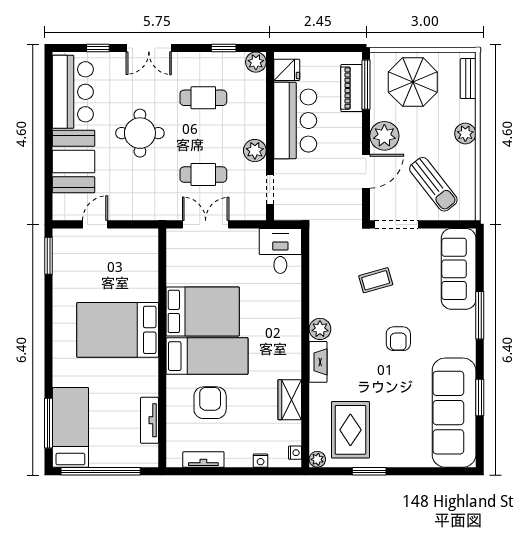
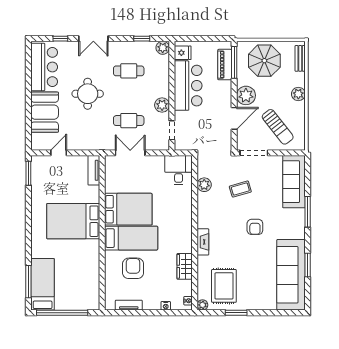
plant: (320, 329) -> (204, 185), moved
tv unit: (149, 420) -> (94, 170), moved

